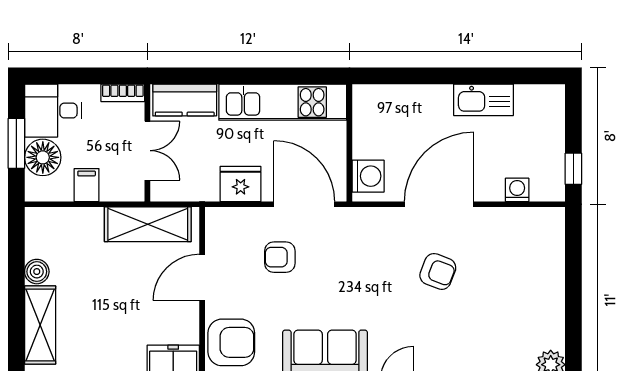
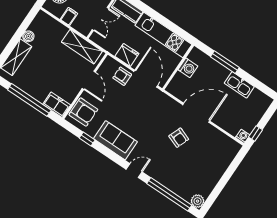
window: (429, 76) -> (225, 62), added
washing machine: (368, 176) -> (188, 68), moved
washing machine: (517, 190) -> (243, 136), moved
armchair: (280, 257) -> (122, 76), moved
door: (202, 277) -> (89, 80), swing flipped

